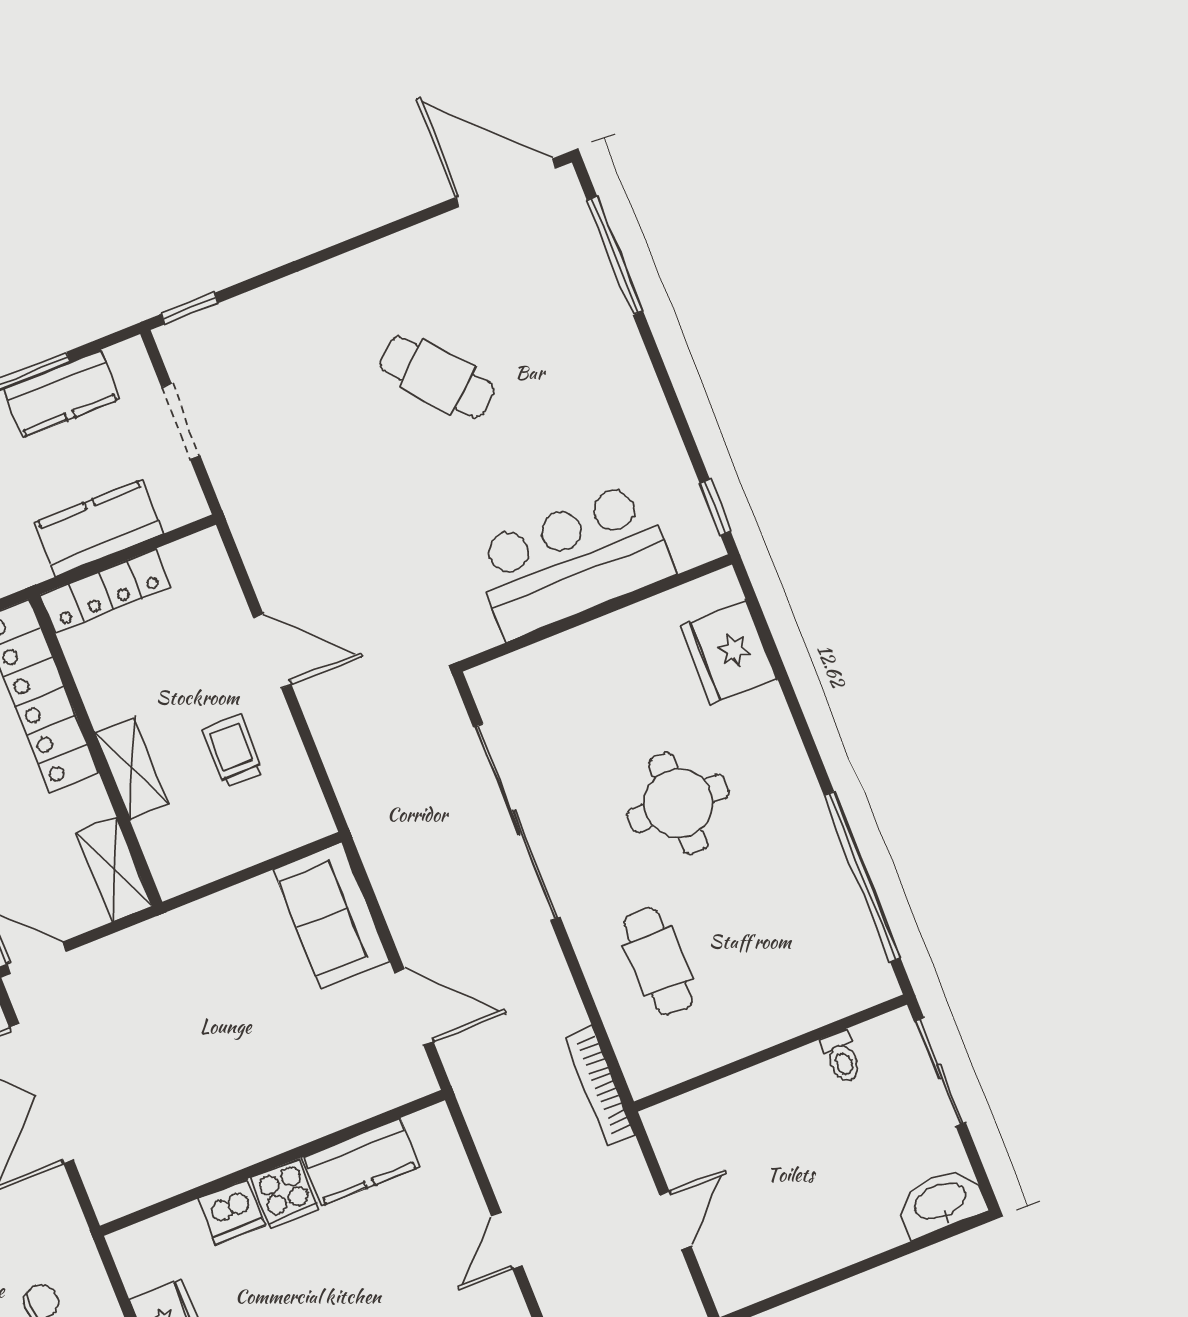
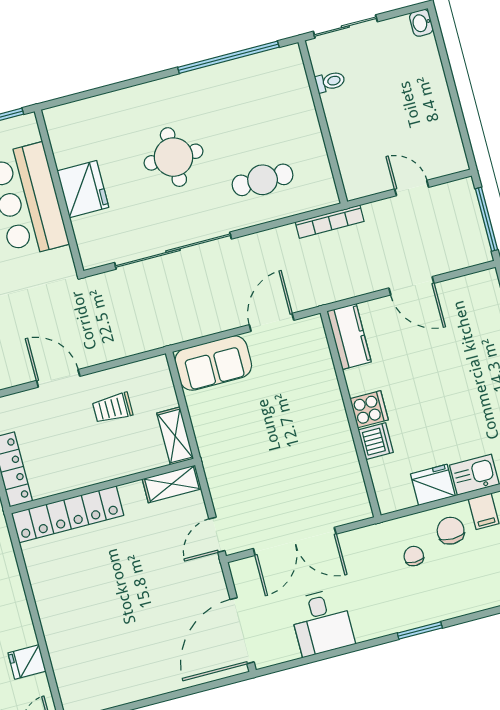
door: (272, 651) -> (58, 378), hinge flipped
fridge: (729, 652) -> (83, 189), moved, turned -90
shelving: (132, 768) -> (175, 436), moved, turned 90
kitchen counter: (361, 1162) -> (349, 337), moved
washbasin: (941, 1202) -> (421, 23), width x0.52, depth x0.69
door: (507, 1241) -> (411, 286), width x1.38

